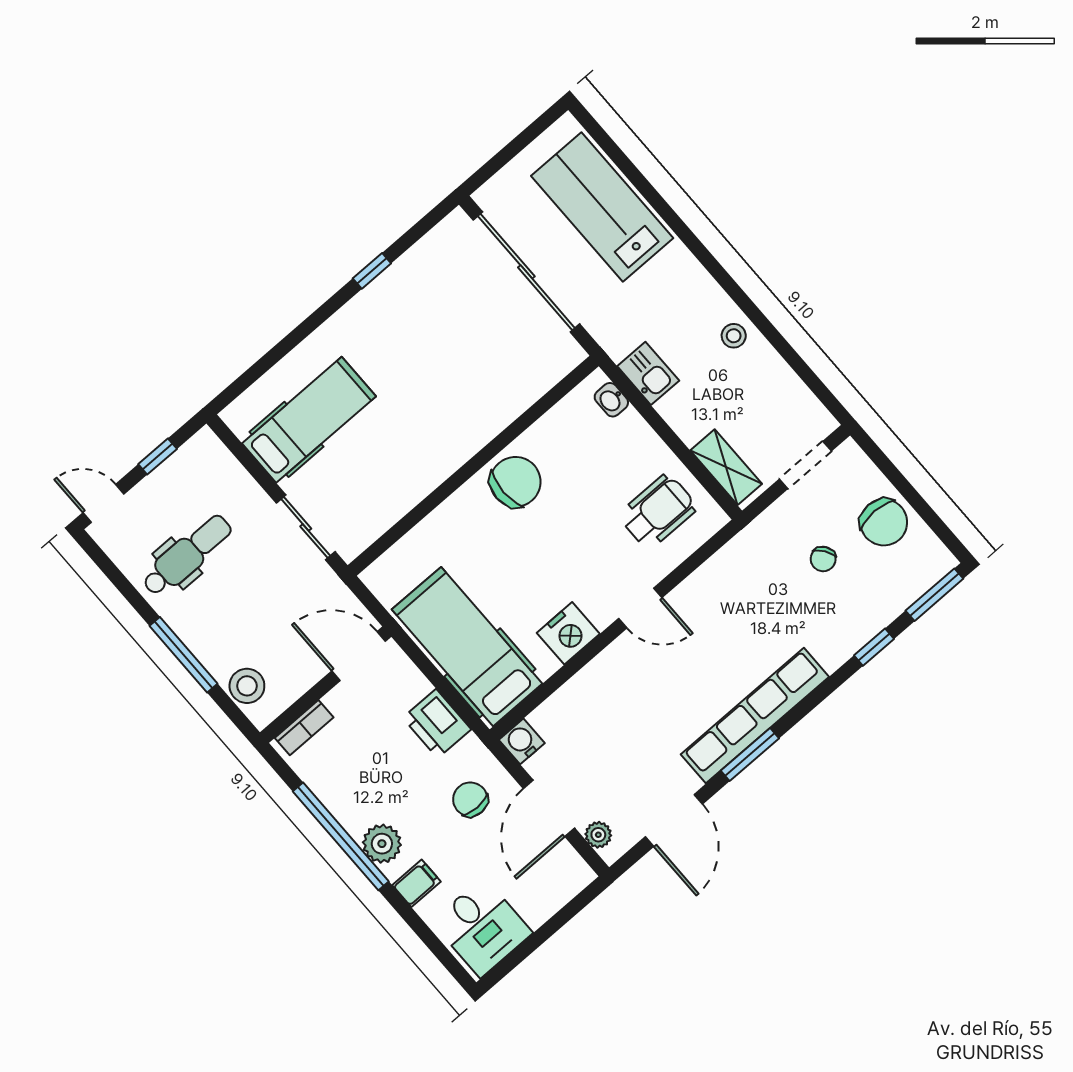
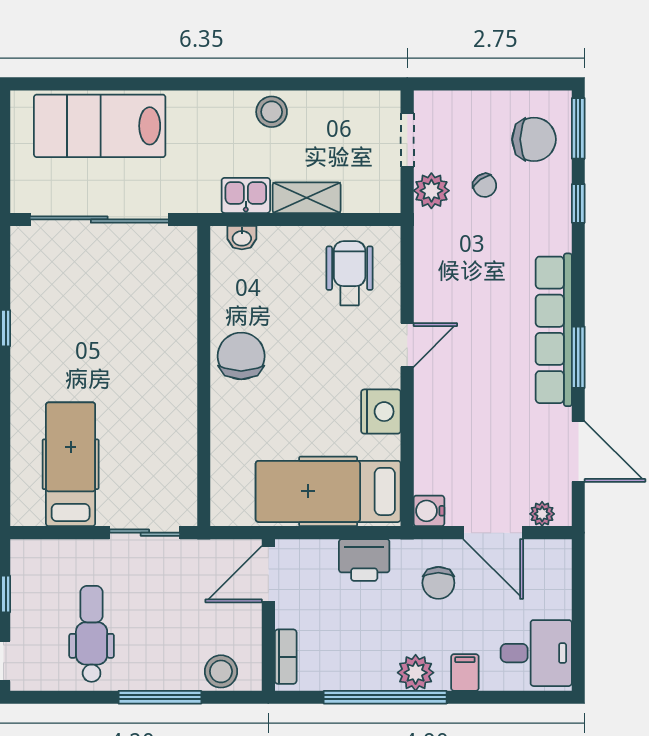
stool: (734, 336) -> (272, 112), width x1.37, depth x1.37
shelving: (726, 467) -> (307, 198), moved
plant: (782, 520) -> (431, 191), added
chair: (884, 522) -> (534, 139), moved
chair: (470, 799) -> (438, 583), turned -90

